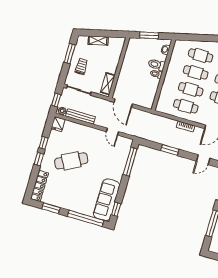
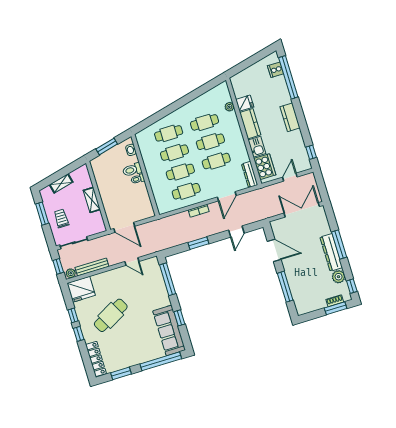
shelving: (108, 84) -> (92, 200), moved
fridge: (58, 124) -> (81, 289), width x1.88, depth x1.34
window: (116, 209) -> (179, 318), moved

